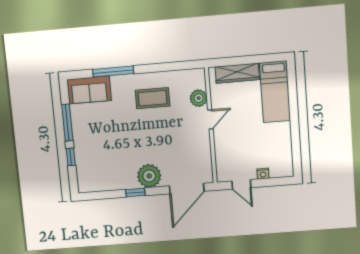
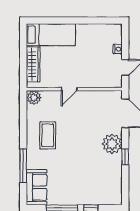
plant: (199, 98) -> (34, 97), moved
door: (210, 119) -> (69, 89), swing flipped

